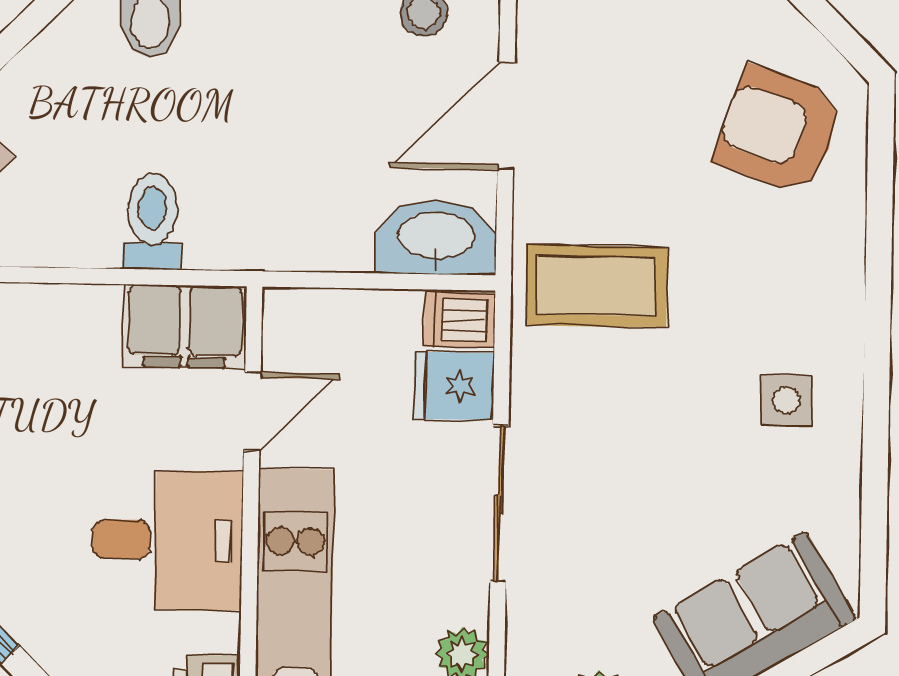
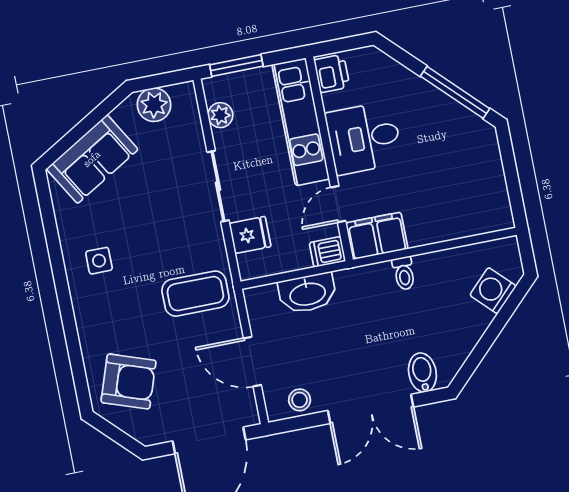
door: (506, 116) -> (252, 362), swing flipped
toilet: (152, 221) -> (404, 273), width x0.73, depth x0.72
washbasin: (436, 237) -> (307, 293), moved
dishwasher: (460, 320) -> (327, 252), moved, turned 180

